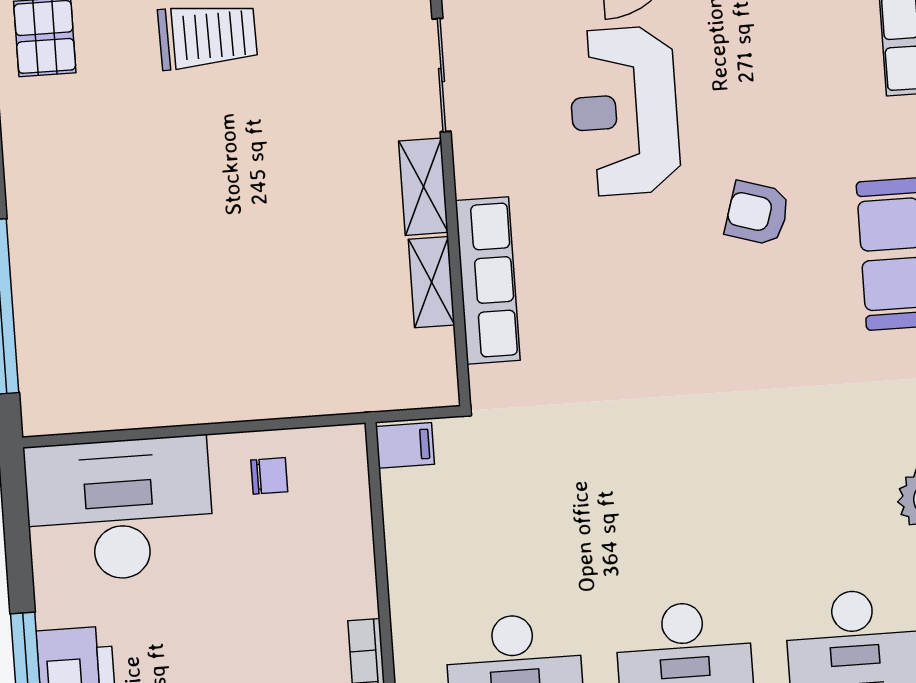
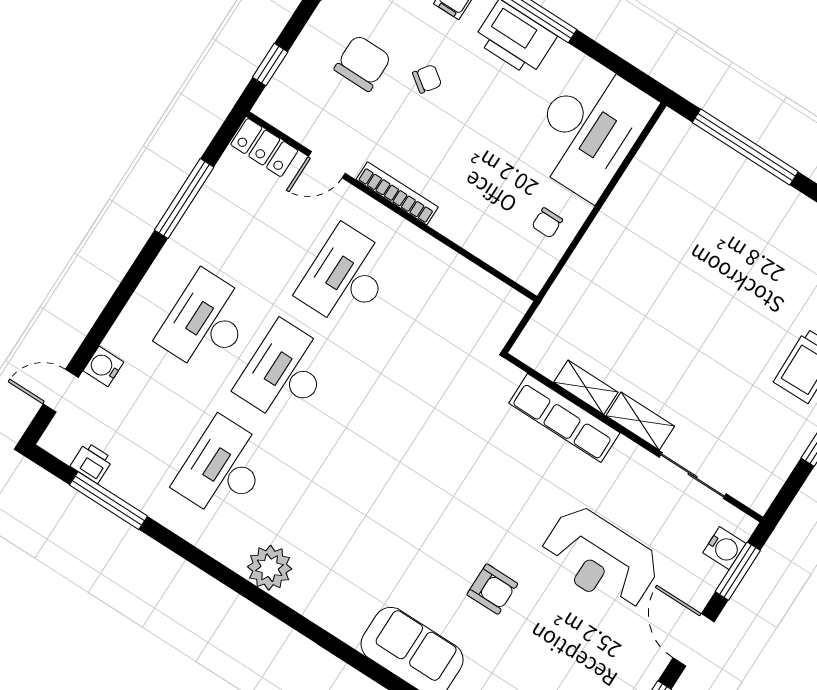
reception desk: (624, 111) -> (600, 559), turned 180
armchair: (757, 213) -> (492, 589), turned 73
filing cabinet: (405, 445) -> (509, 308), removed

